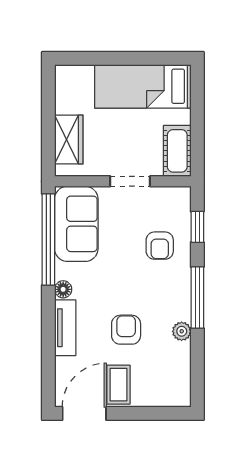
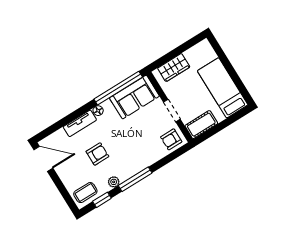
window: (197, 227) -> (102, 200), moved
armchair: (160, 246) -> (171, 139), moved
coffee table: (118, 385) -> (85, 193), moved

